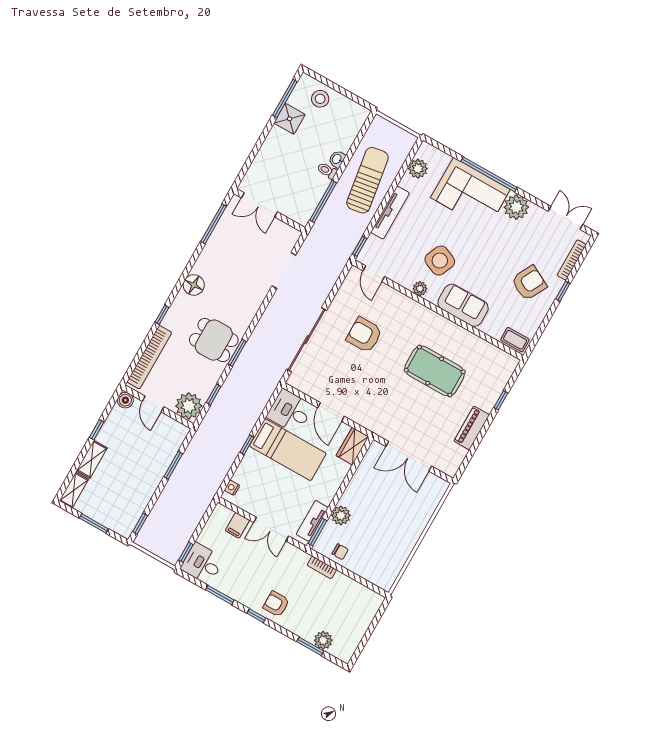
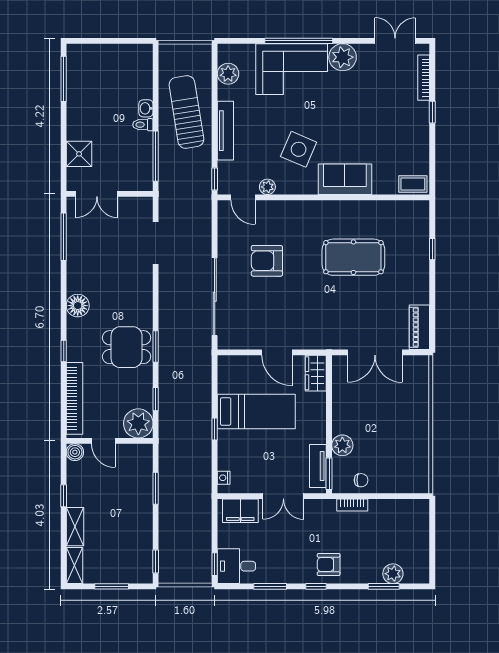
stool: (320, 99) -> (97, 60), removed
shower: (290, 119) -> (79, 154), moved
armchair: (529, 283) -> (396, 122), removed
plant: (420, 289) -> (267, 187), moved
desk: (290, 411) -> (238, 374), removed
piano: (472, 428) -> (419, 327), moved
filing cabinet: (237, 525) -> (240, 511), width x2.00

